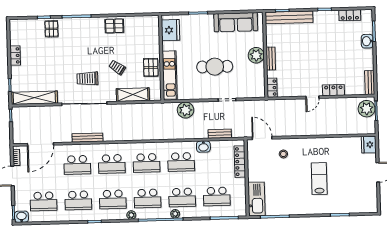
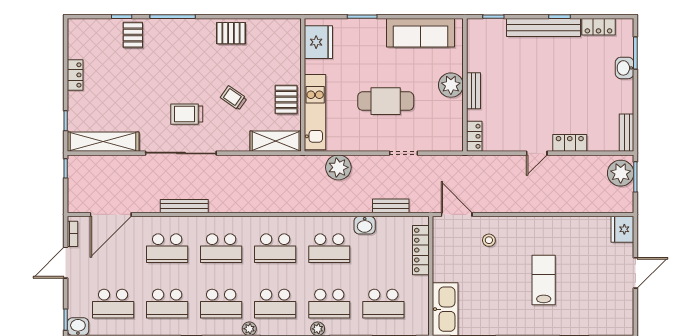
bench: (289, 17) -> (544, 27), moved
shelving: (133, 95) -> (276, 141), moved

